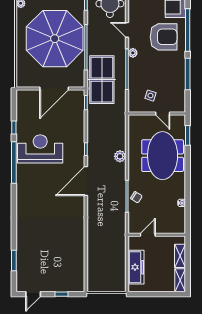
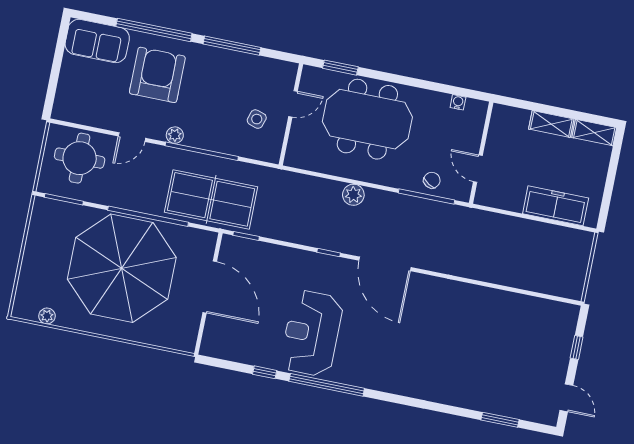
door: (148, 235) -> (478, 169), moved
wall: (157, 235) -> (481, 153), moved

